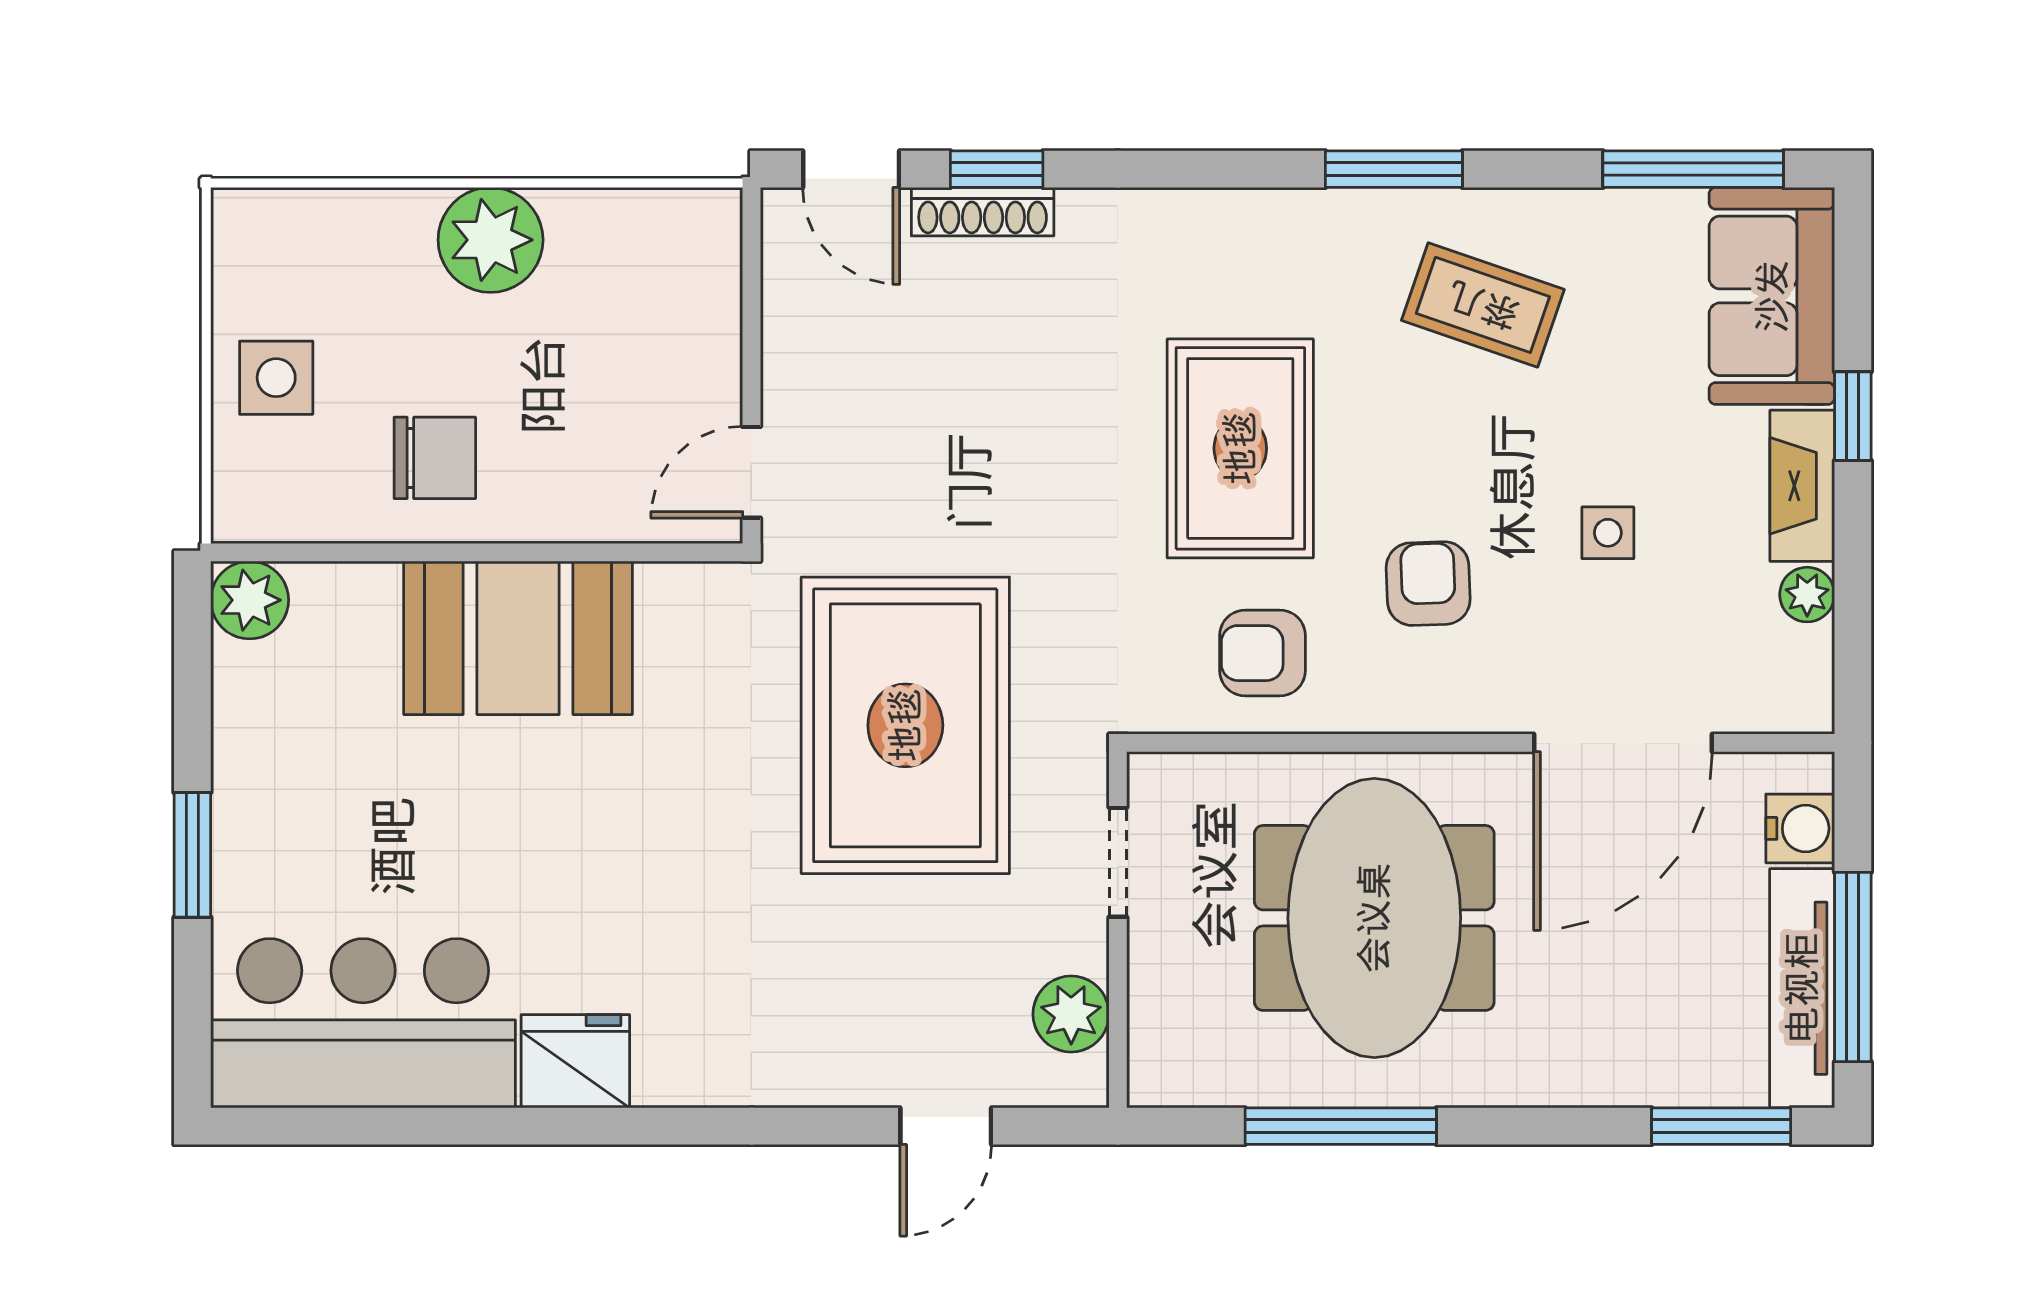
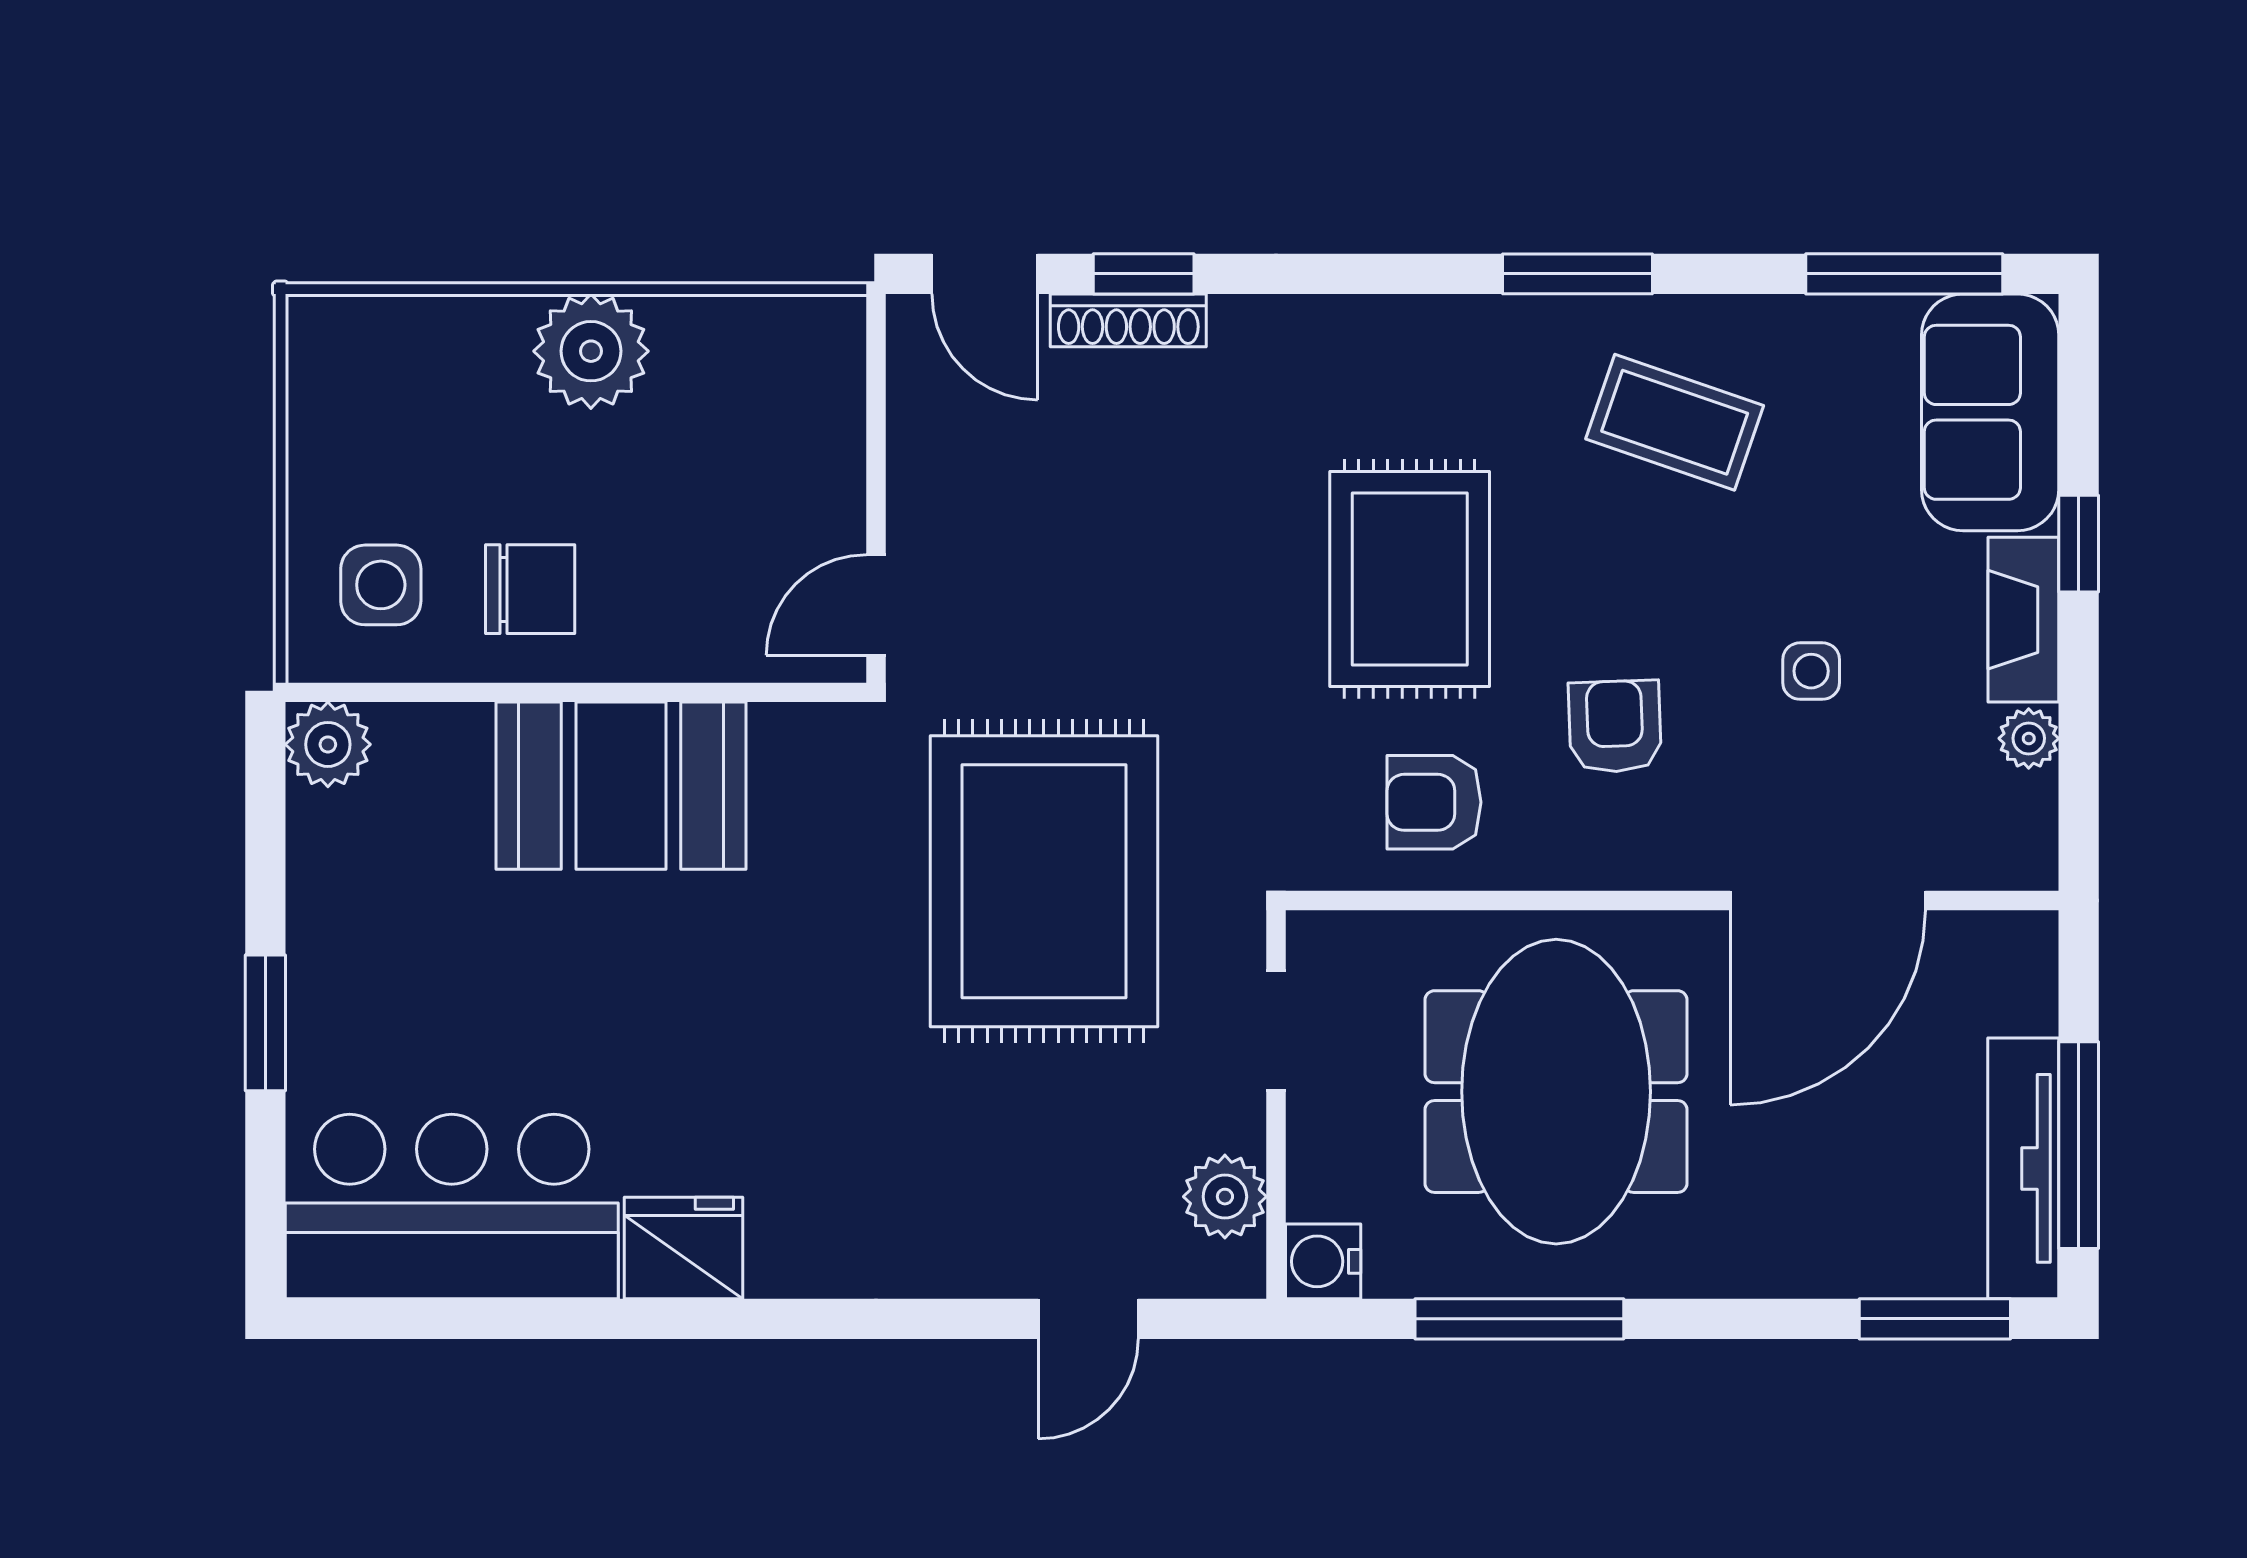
side table: (276, 378) -> (381, 585), moved
water cooler: (1800, 828) -> (1323, 1261), moved, turned 180

